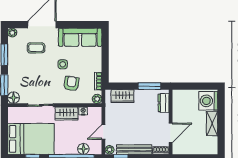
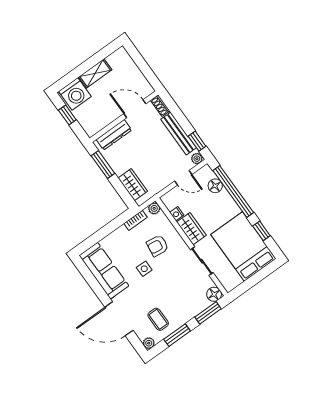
coffee table: (36, 48) -> (158, 319), moved
window: (198, 86) -> (67, 115), added
dresser: (164, 103) -> (114, 135), width x1.44

